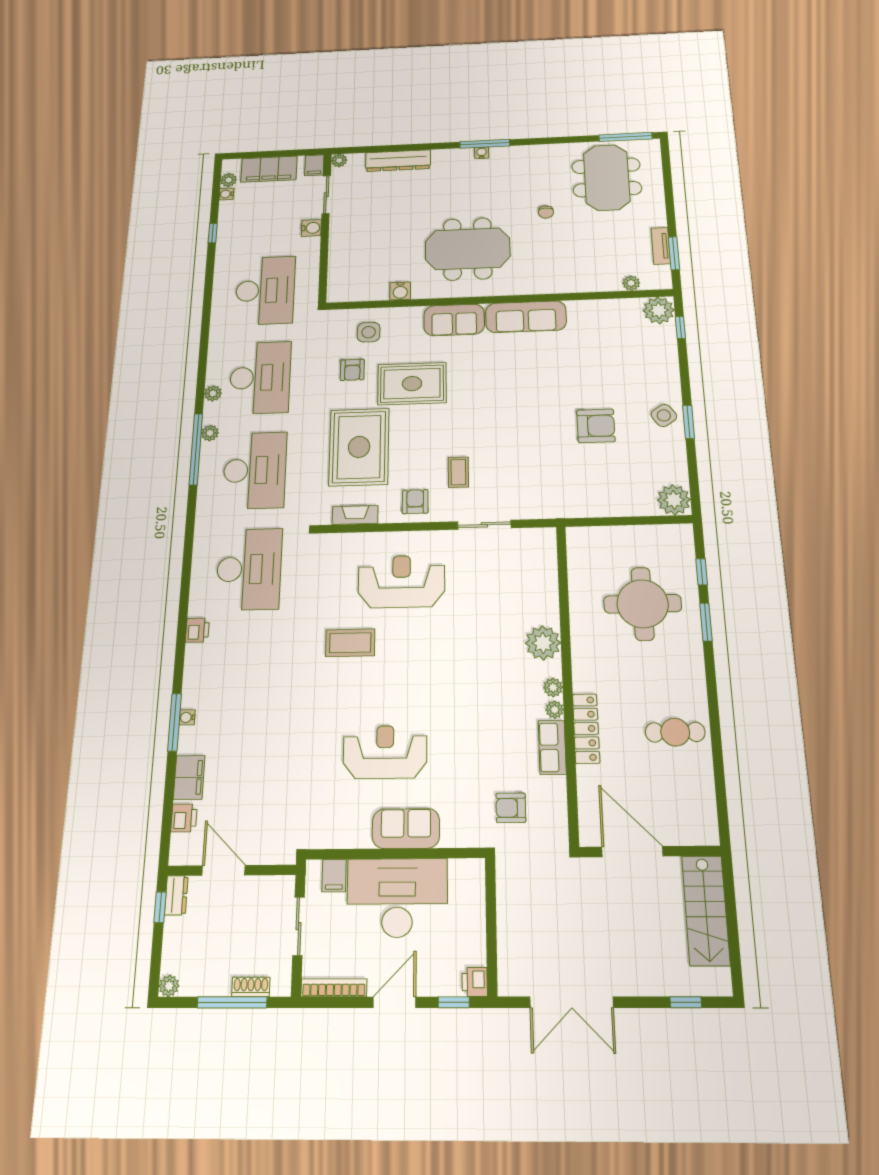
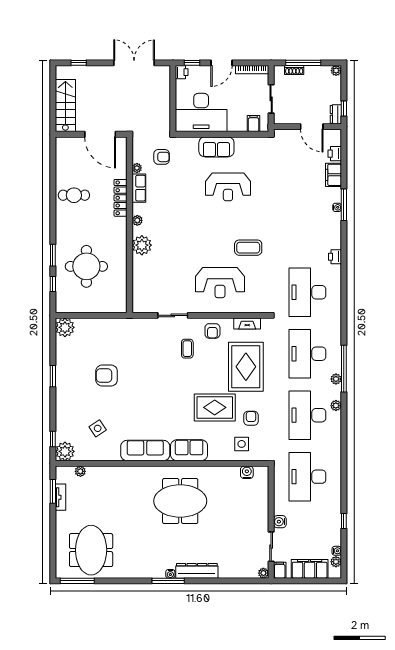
dresser: (398, 161) -> (197, 571), moved
chair: (546, 212) -> (130, 526), removed
water cooler: (400, 291) -> (247, 472), moved
side table: (664, 415) -> (98, 428), moved
plant: (555, 710) -> (137, 168), moved
desk: (397, 898) -> (201, 112), moved

